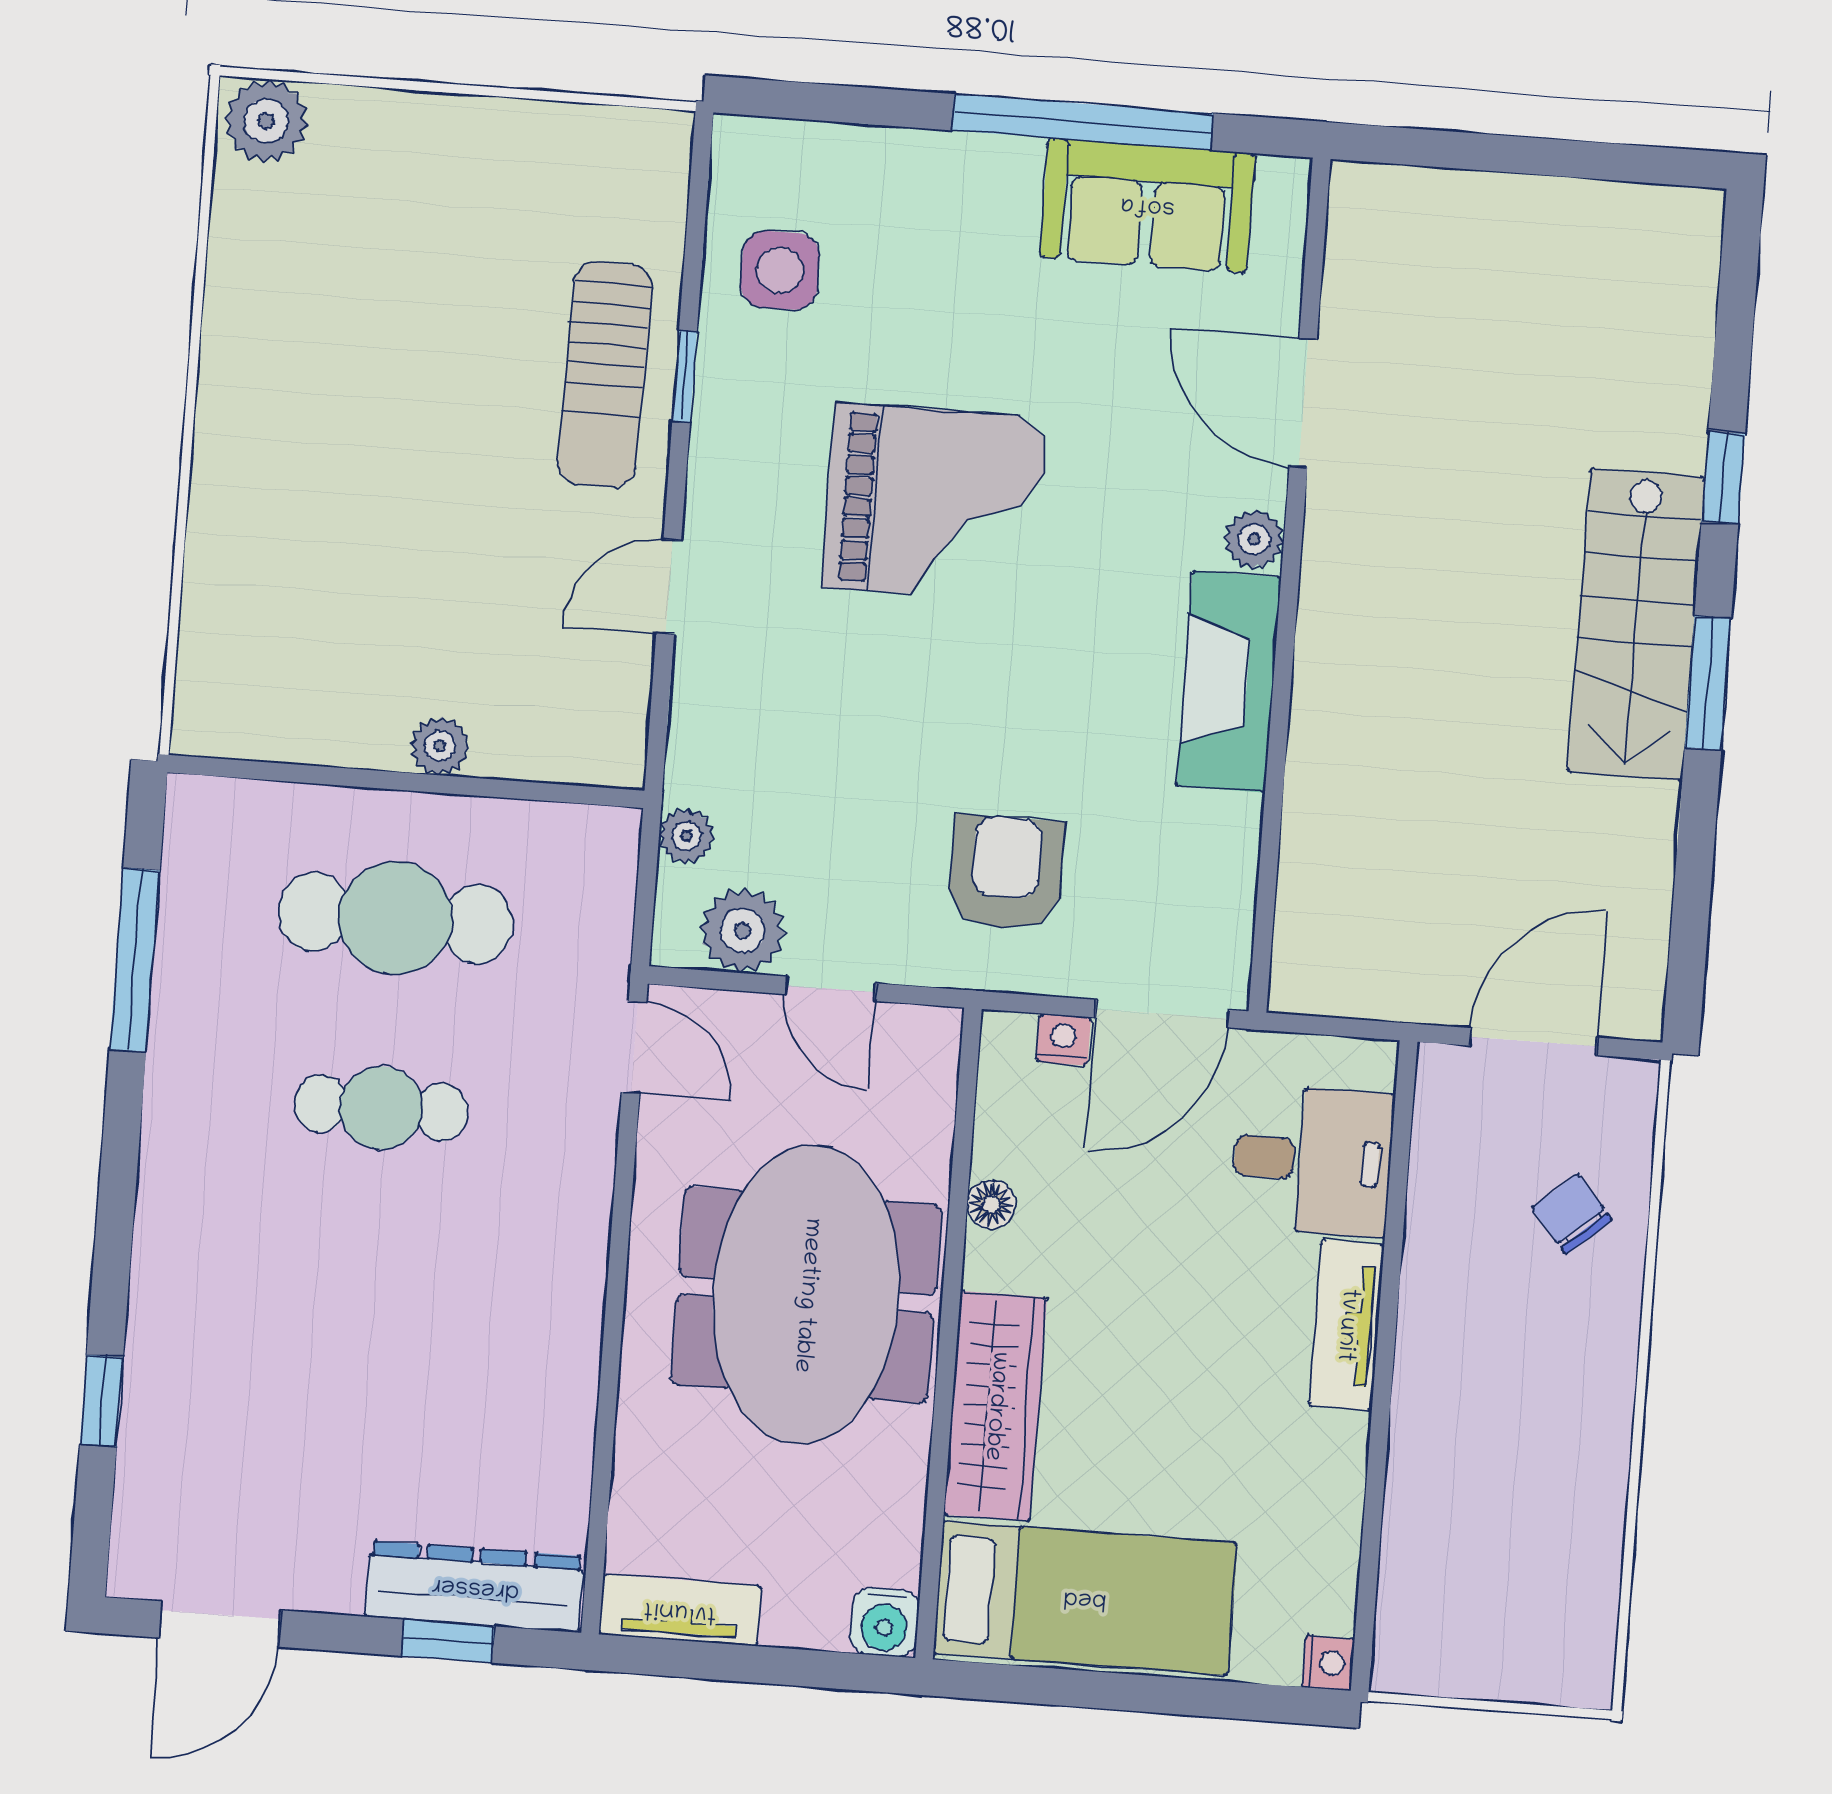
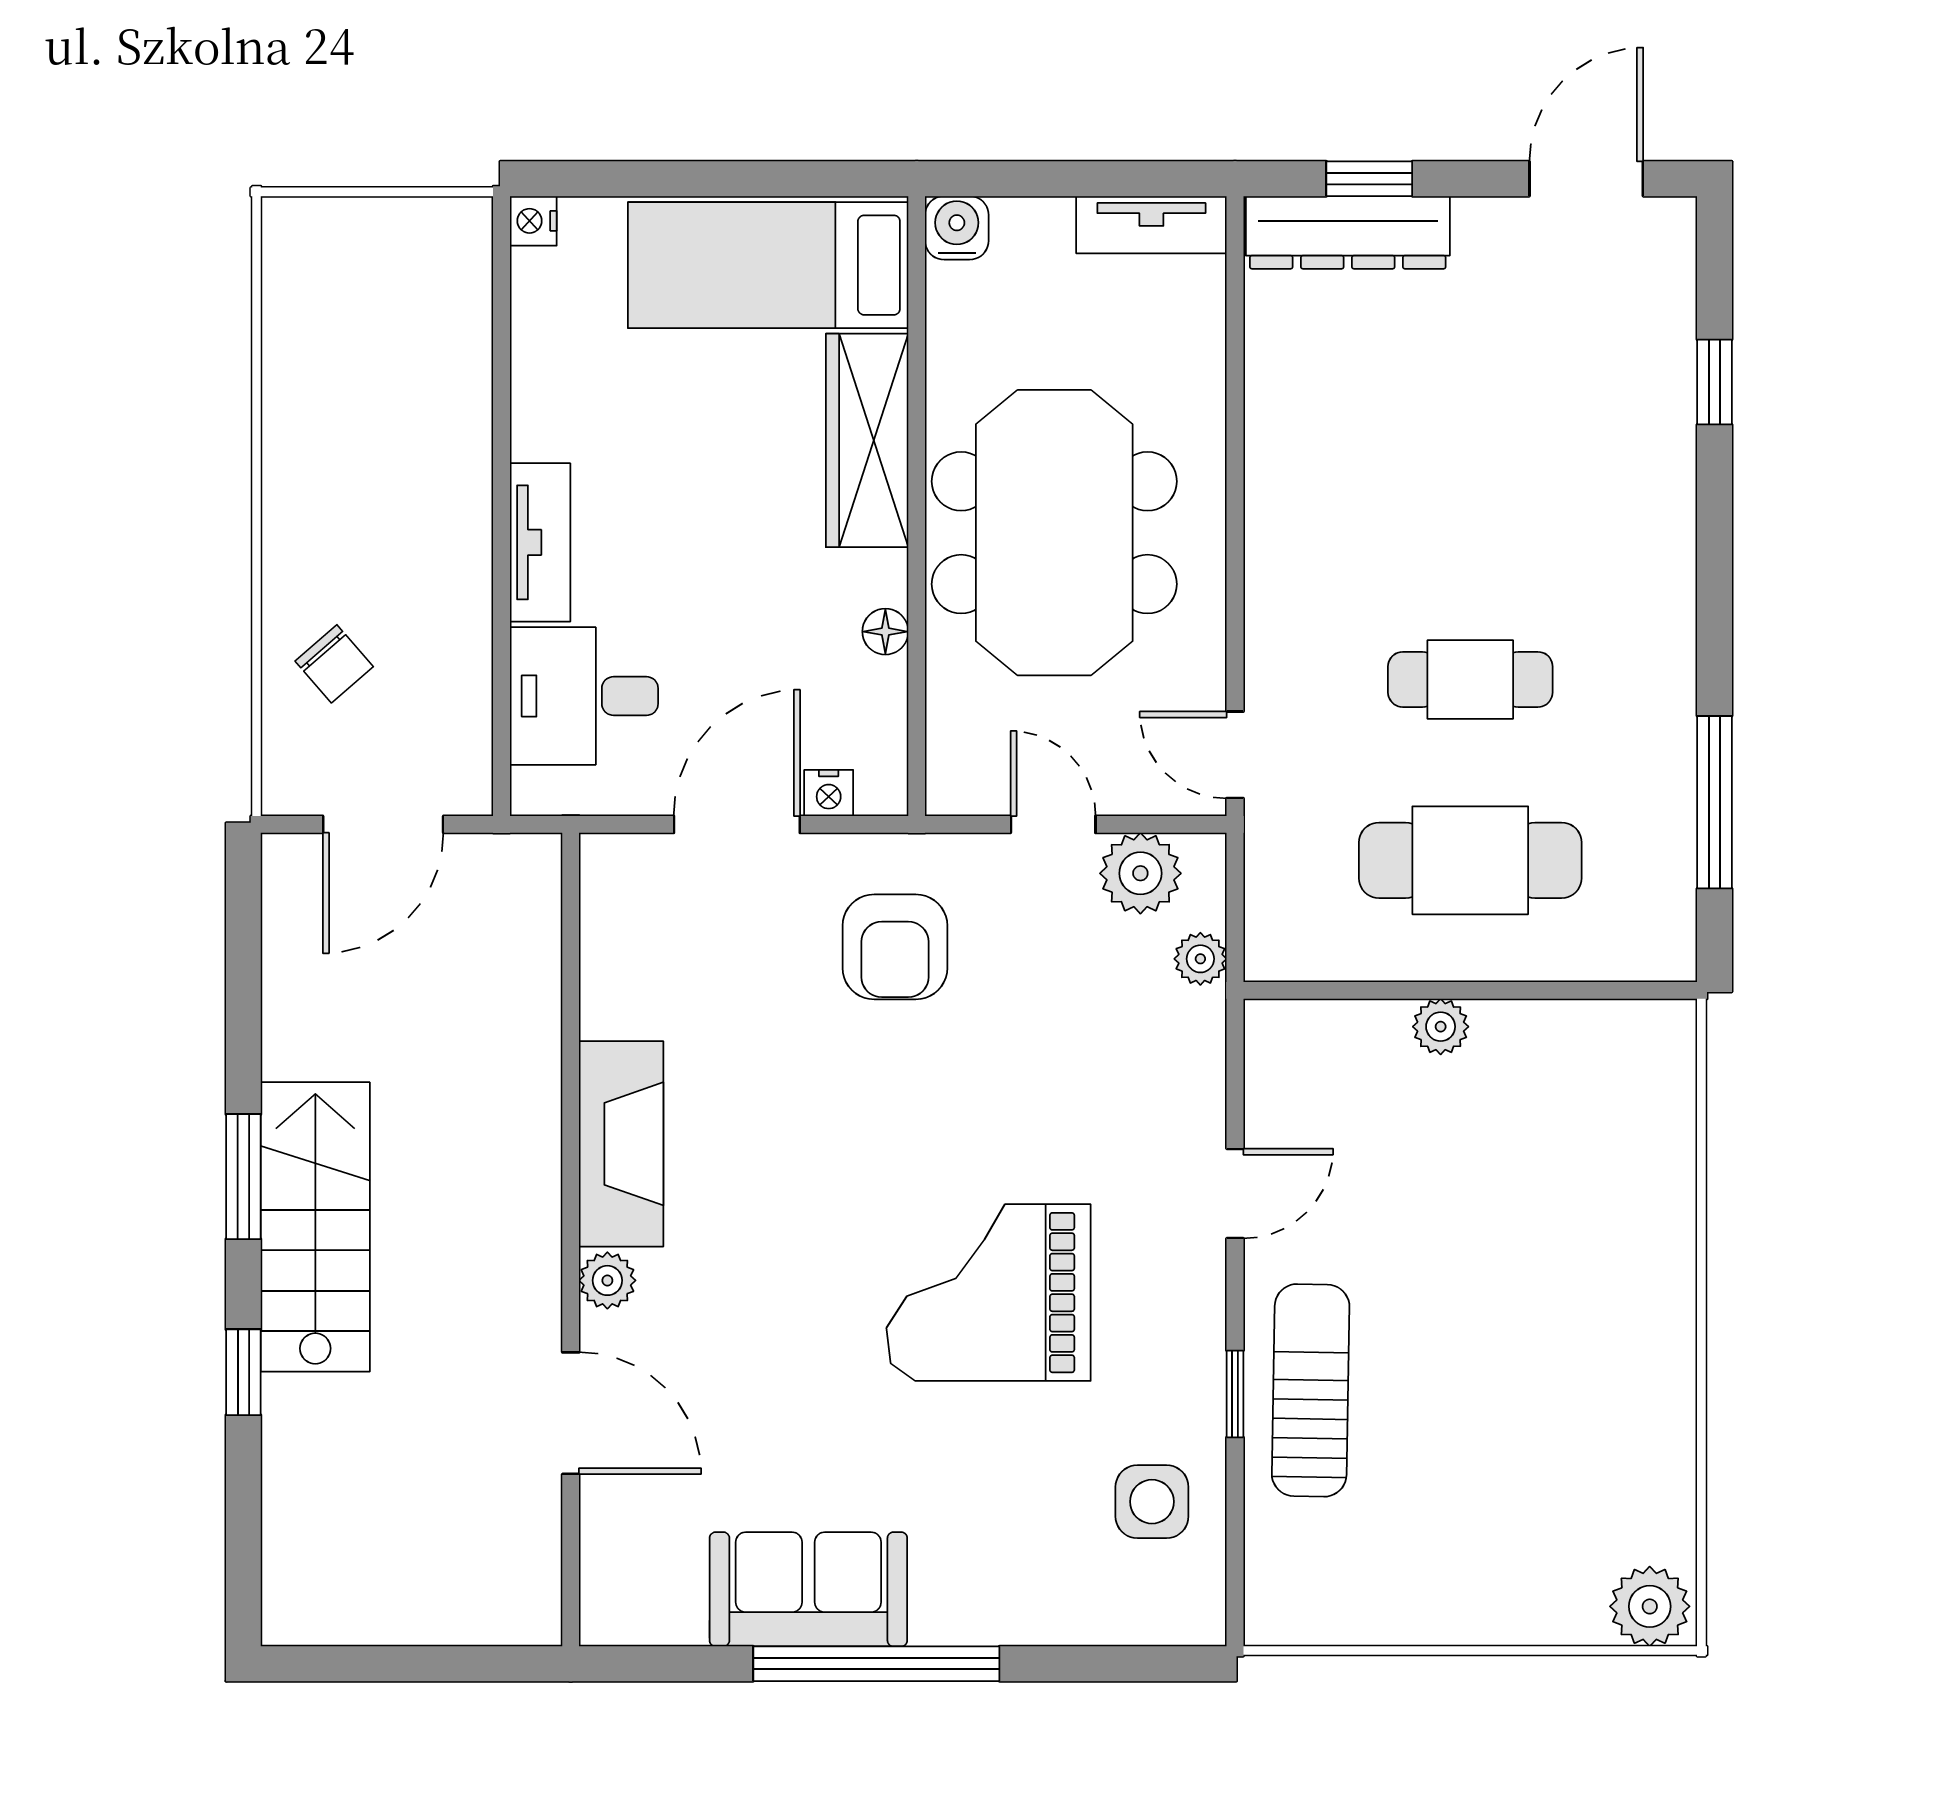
door: (1303, 403) -> (571, 1413), moved
plant: (1254, 539) -> (607, 1280), moved
wall: (1289, 585) -> (571, 1240), moved
fireplace: (1229, 681) -> (621, 1144), moved

